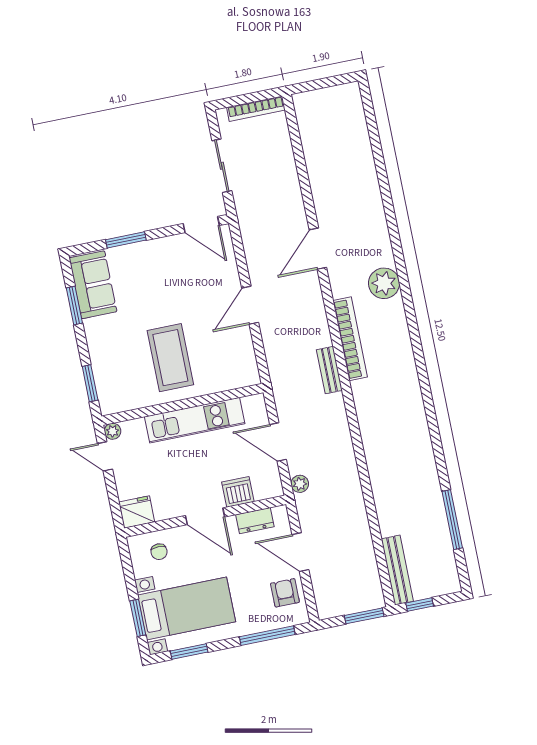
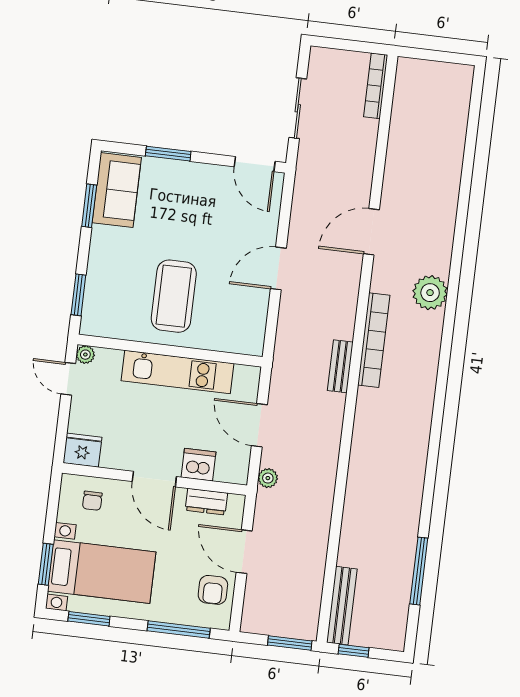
bookcase: (256, 109) -> (376, 86), moved, turned 90
armchair: (285, 593) -> (213, 590), turned 180

